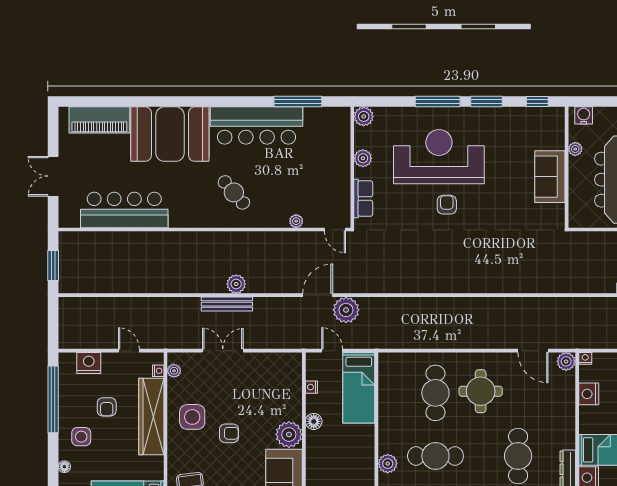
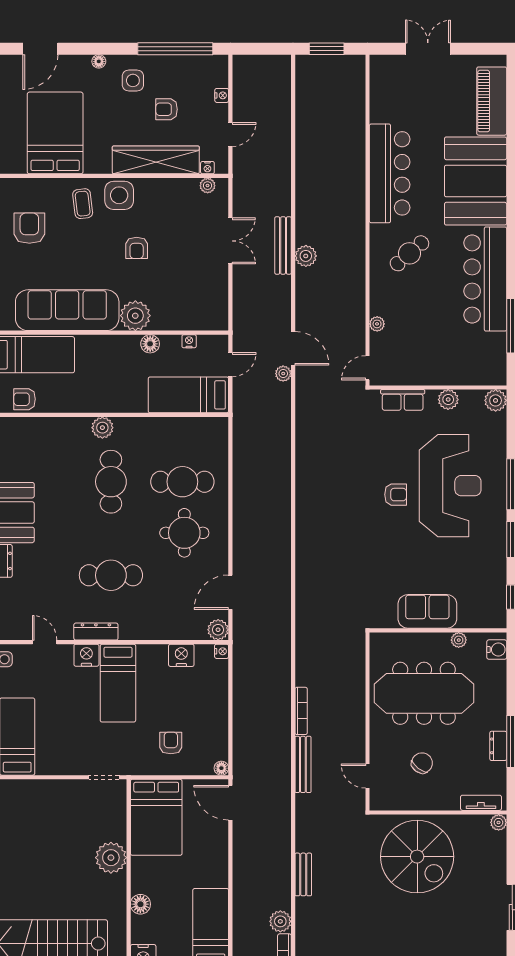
bar counter: (124, 210) -> (390, 173), moved
plant: (346, 310) -> (283, 374), width x0.53, depth x0.53
nightstand: (89, 363) -> (222, 95), width x0.53, depth x0.56
side table: (192, 417) -> (119, 195), moved

